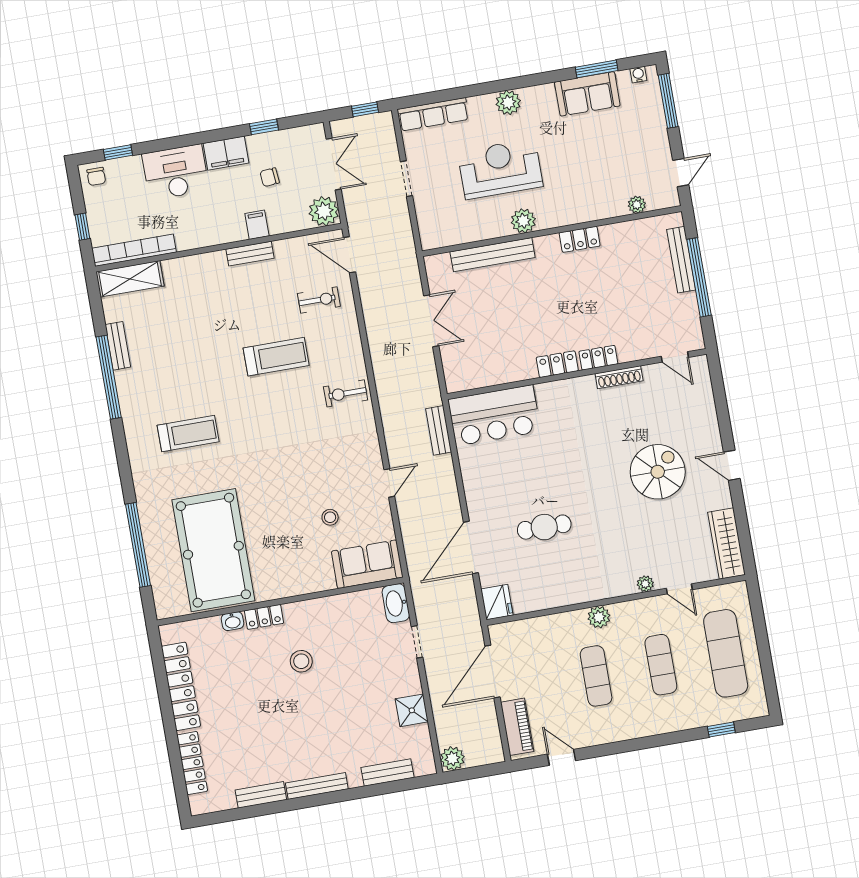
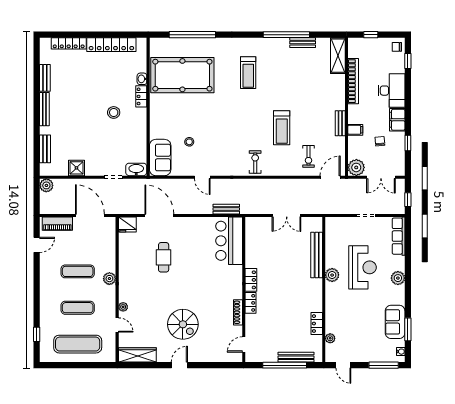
locker: (580, 239) -> (317, 324), moved
bookcase: (134, 250) -> (353, 81), moved
door: (679, 589) -> (117, 325), swing flipped

